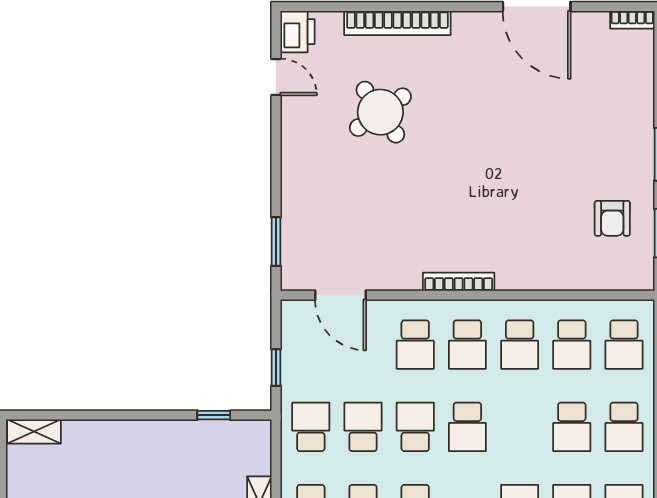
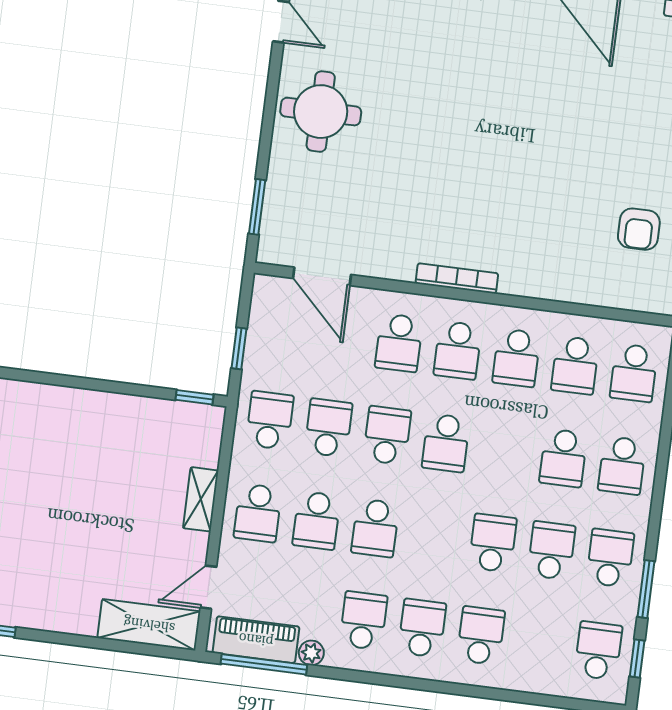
round table: (380, 112) -> (321, 112), moved, turned 35
window: (214, 415) -> (194, 397), moved

